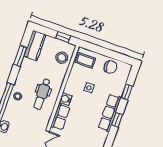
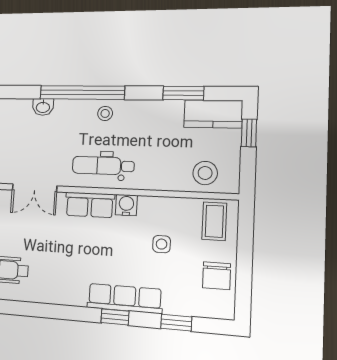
window: (63, 37) -> (249, 133), moved
dental chair: (42, 94) -> (103, 166), moved

